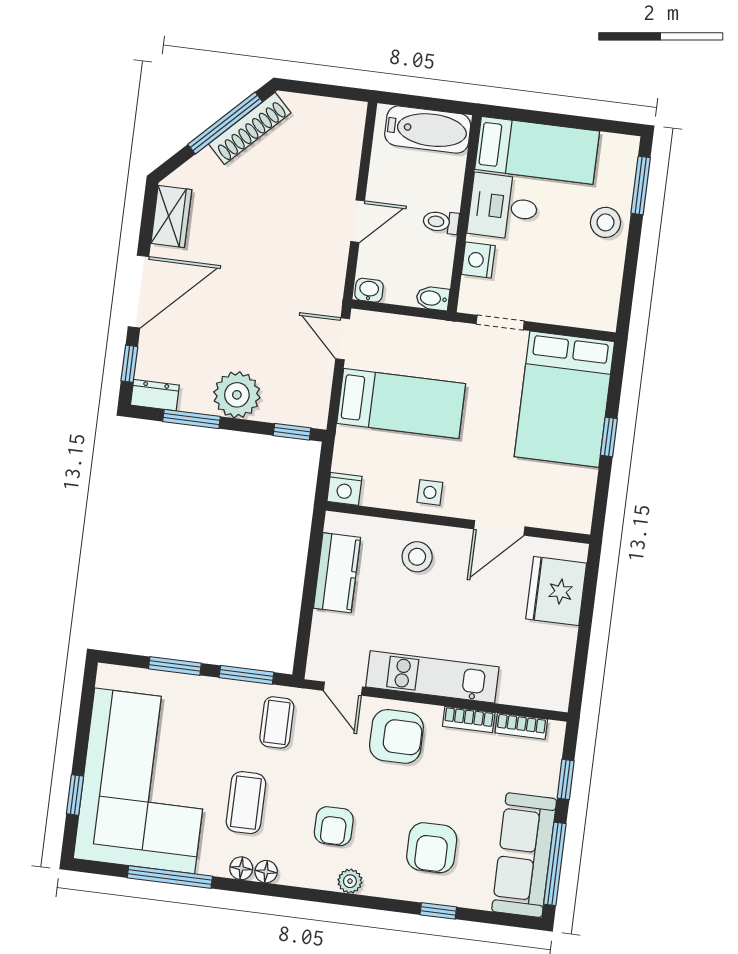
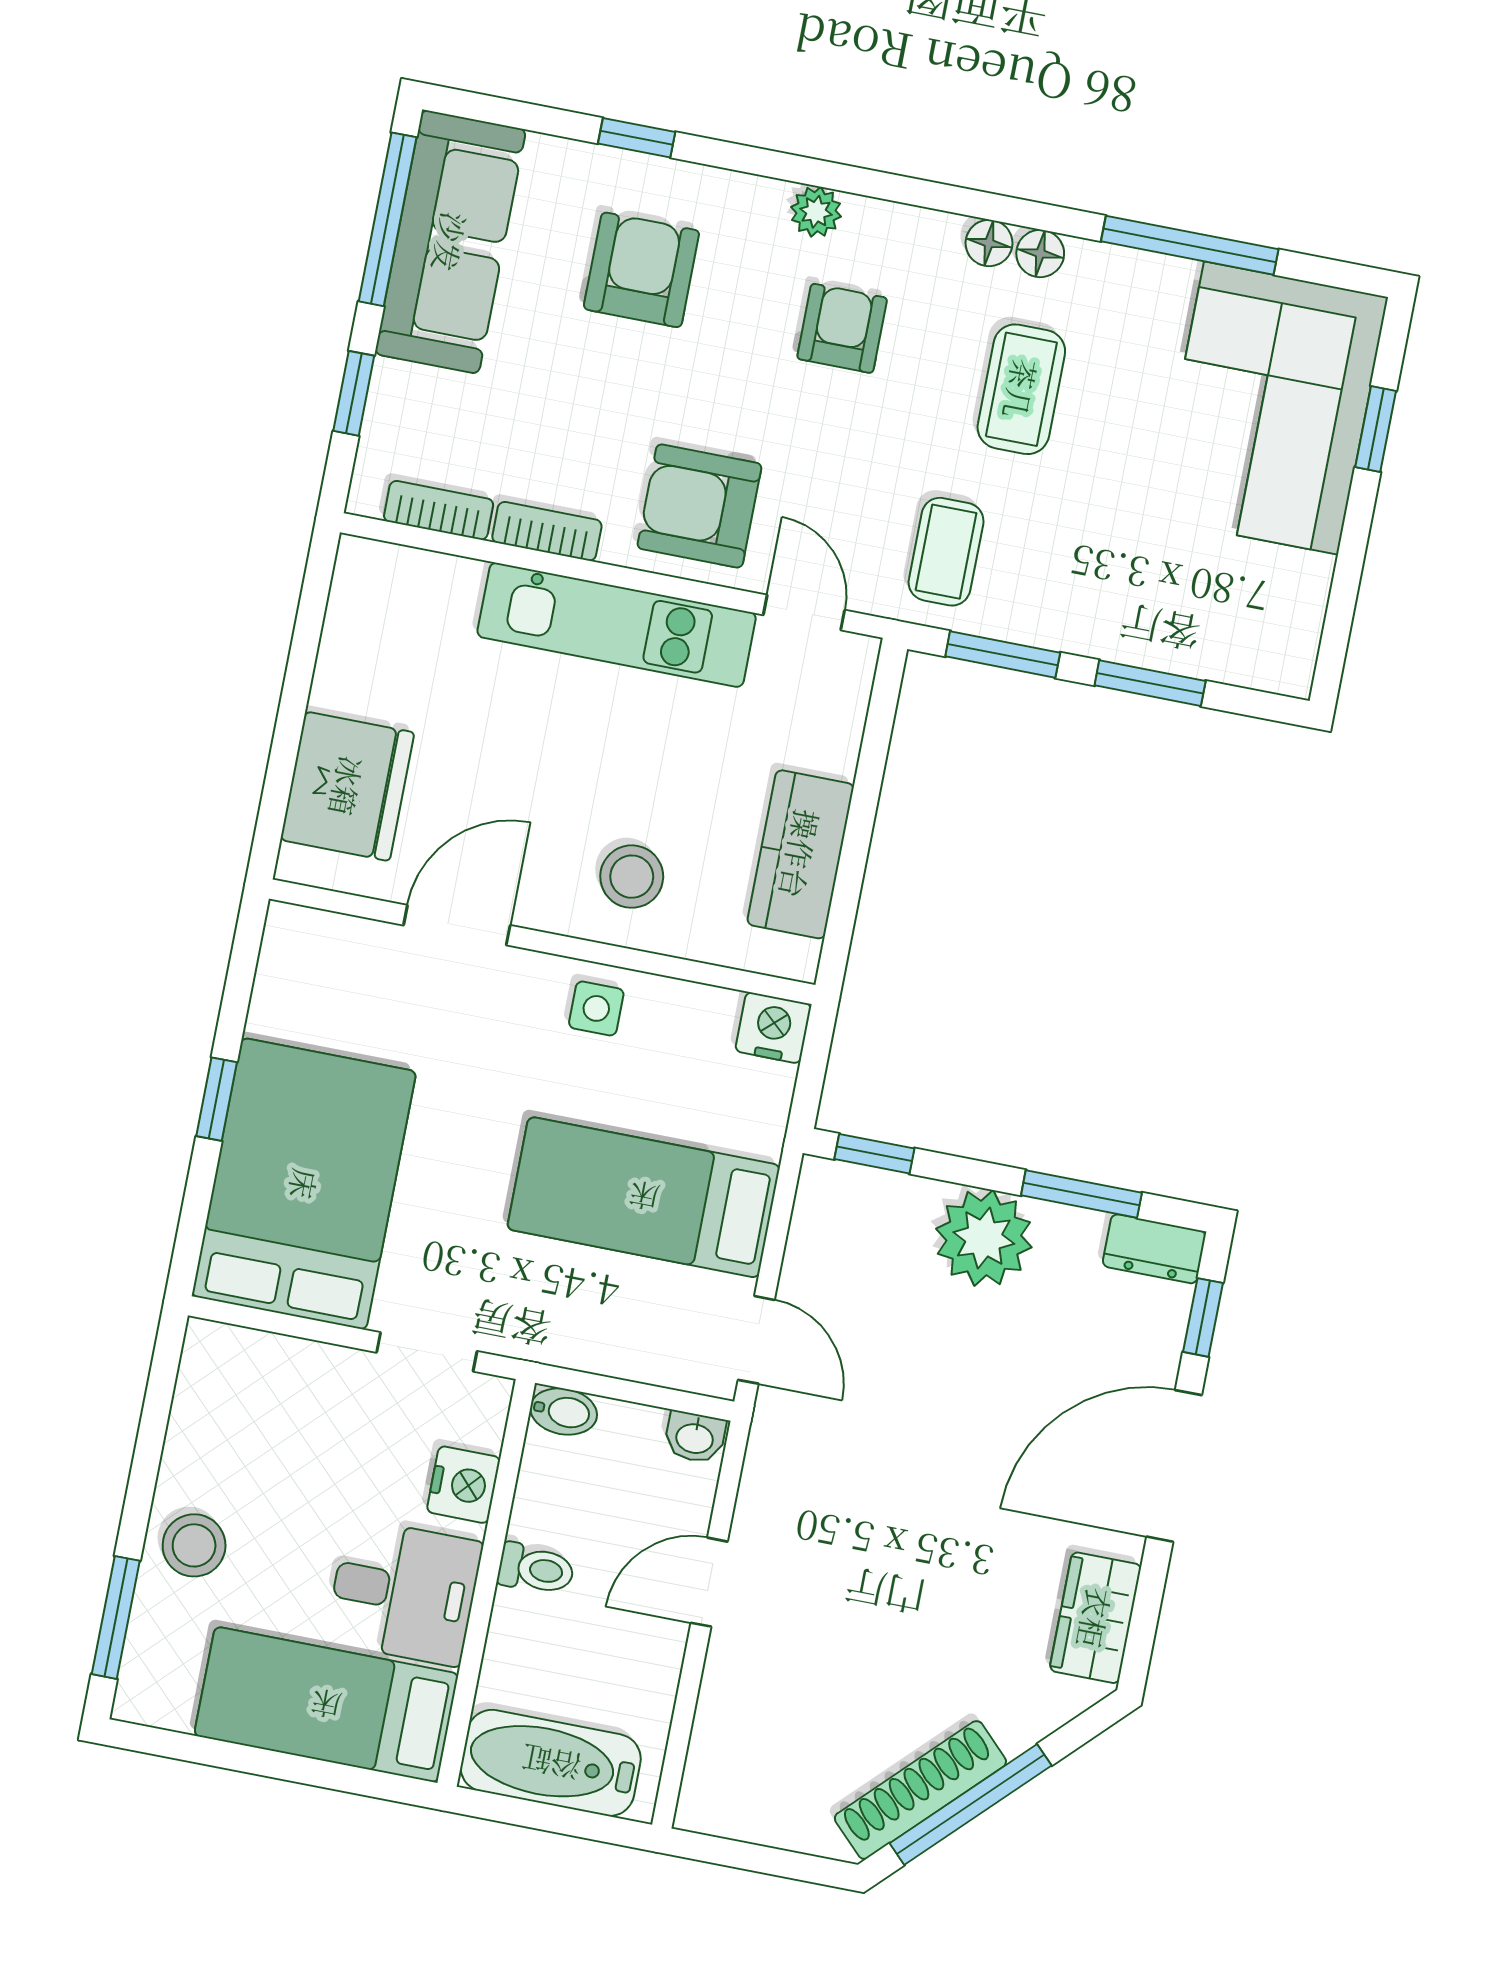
corner sofa: (145, 781) -> (1271, 408), width x0.73, depth x0.74

